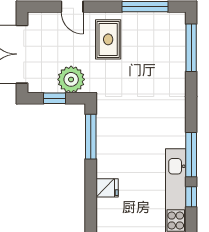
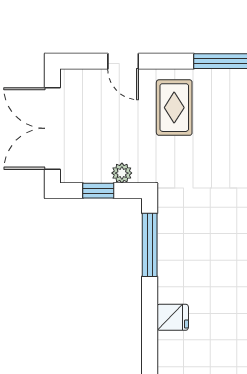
plant: (71, 79) -> (122, 173), width x0.53, depth x0.53

